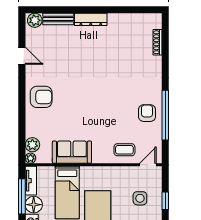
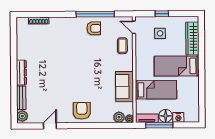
armchair: (147, 113) -> (94, 28), turned 180

